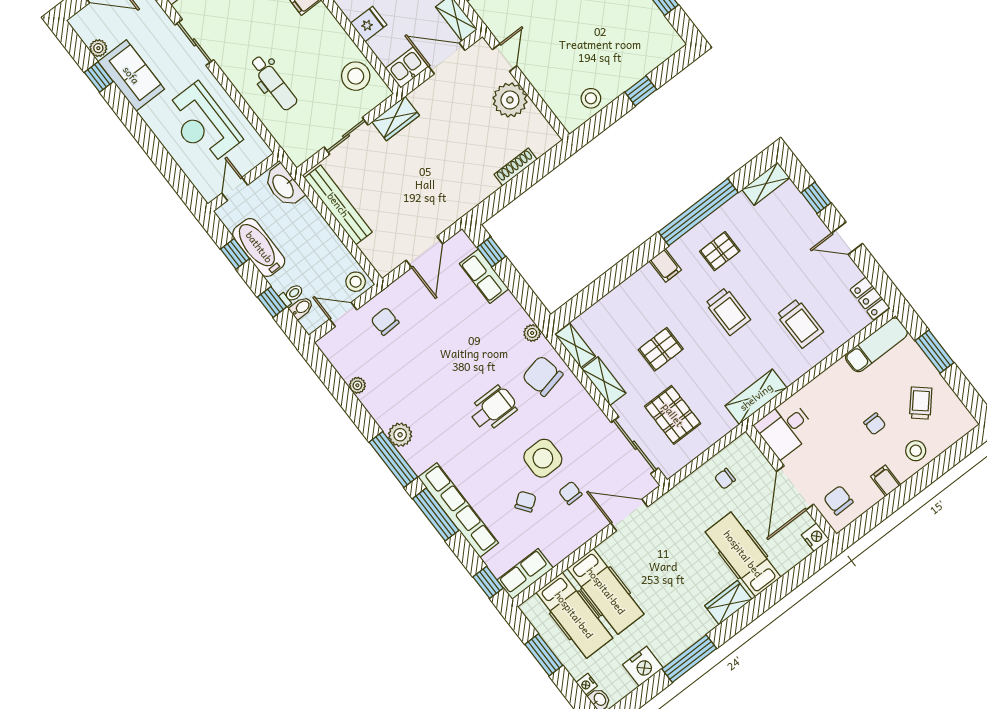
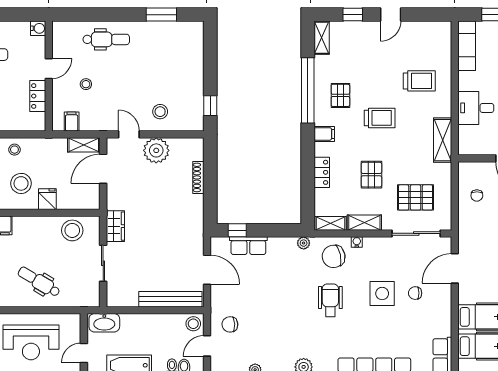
kitchen sink: (407, 68) -> (90, 196), removed
dental chair: (274, 83) -> (39, 282), turned -149
window: (641, 91) -> (210, 106), moved
stool: (591, 98) -> (160, 112), moved
door: (235, 189) -> (84, 353), hinge flipped
bench: (338, 205) -> (170, 299), moved
locker: (870, 298) -> (322, 172), moved, turned -90
water cooler: (577, 389) -> (357, 242), added
desk: (785, 428) -> (476, 108), moved, turned 90
chair: (525, 502) -> (400, 323), removed

